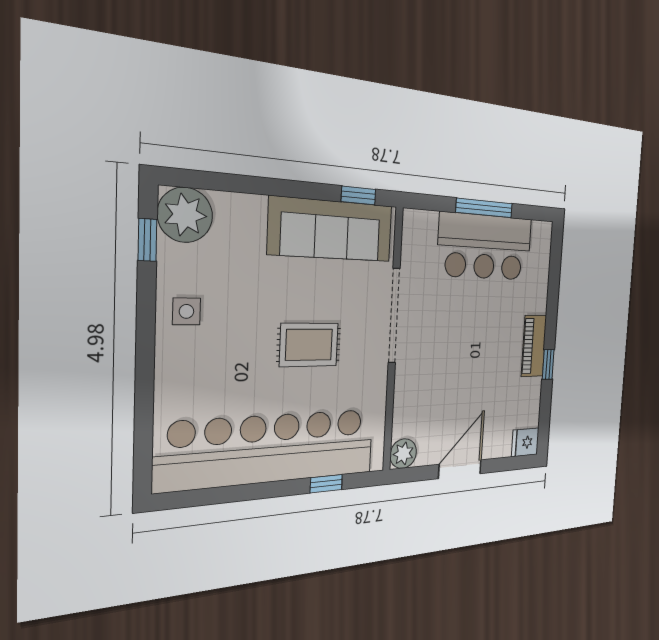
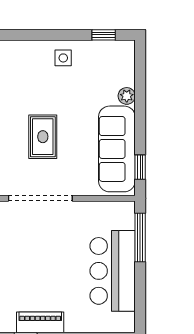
window: (484, 208) -> (140, 237), moved
plant: (185, 215) -> (127, 96), moved, width x0.53, depth x0.53
doorway: (394, 316) -> (40, 198), moved

